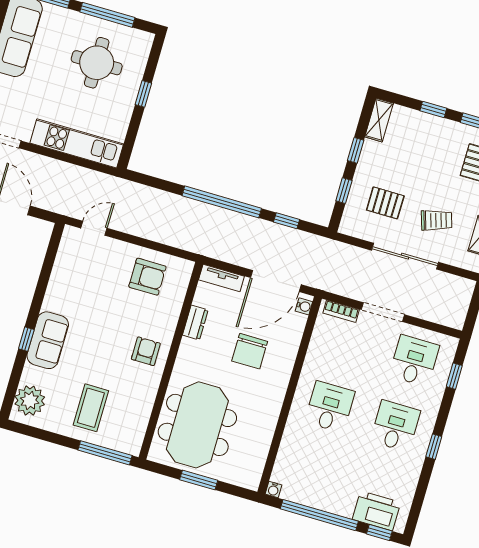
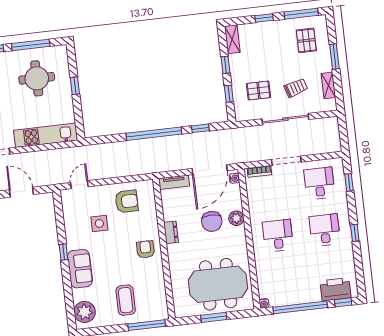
side table: (99, 291) -> (99, 223), added
dresser: (195, 323) -> (171, 232), moved
window: (26, 339) -> (63, 252), moved
plant: (284, 361) -> (236, 218), added
meeting table: (197, 425) -> (218, 284), moved, turned 90

